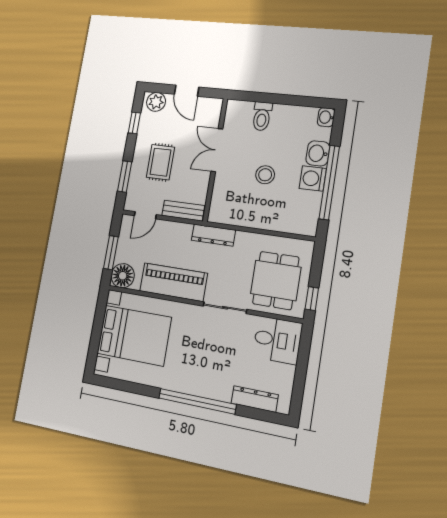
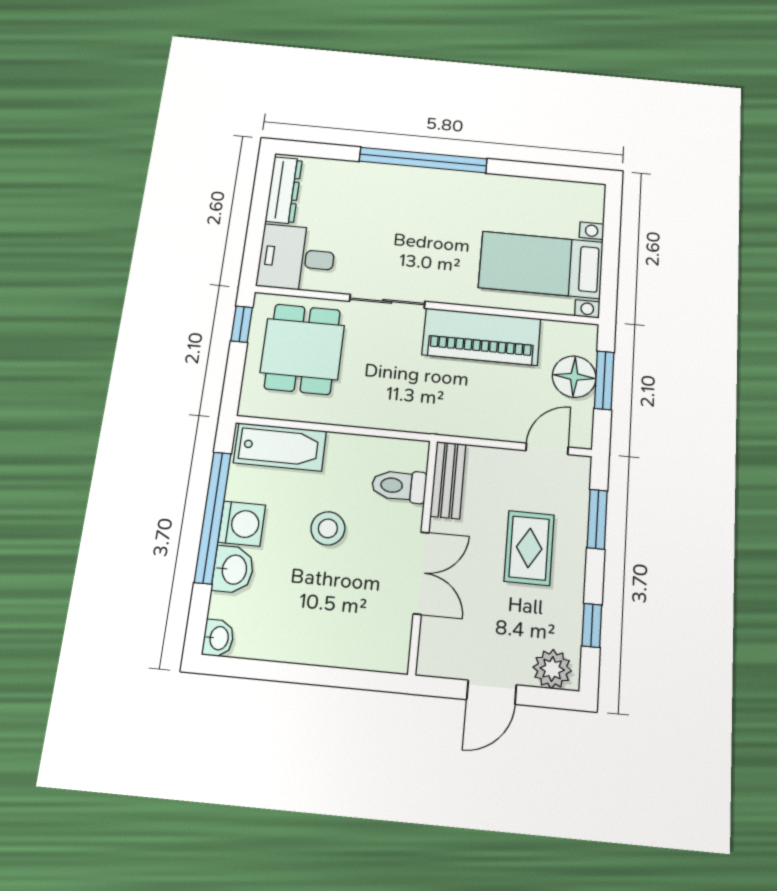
door: (187, 91) -> (492, 692), swing flipped
toilet: (262, 116) -> (399, 486), moved, turned -90
bench: (183, 211) -> (448, 480), moved, turned 90
bathtub: (290, 222) -> (280, 447), added
dresser: (213, 235) -> (416, 419), removed
floor lamp: (123, 276) -> (574, 377), moved
bed with nightstands: (134, 335) -> (541, 265), width x0.73
dresser: (255, 399) -> (284, 190), moved, turned -90

